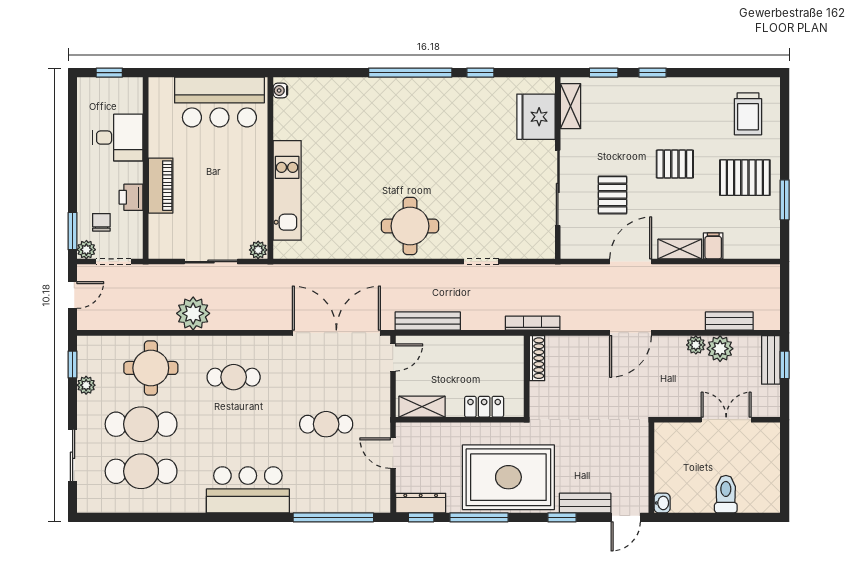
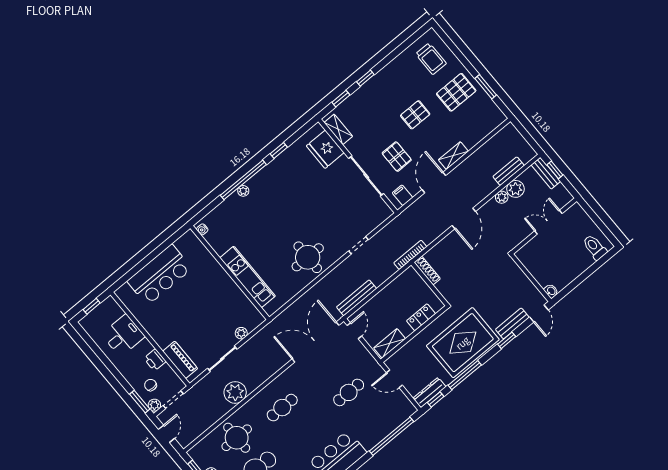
plant: (399, 85) -> (243, 191), added
water cooler: (280, 91) -> (202, 229), moved
wall: (270, 168) -> (230, 273), moved
piano: (161, 186) -> (180, 360), moved
kitchen unit: (287, 190) -> (248, 277), moved
filing cabinet: (713, 246) -> (402, 195), moved
toilet: (726, 494) -> (595, 247), moved

